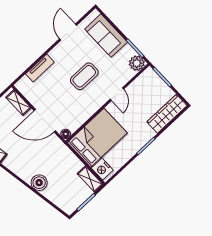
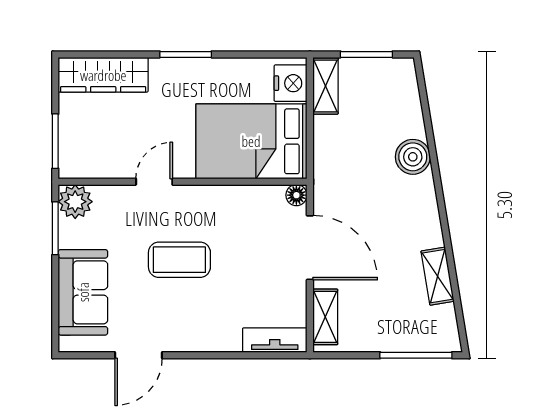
tv unit: (40, 68) -> (275, 340), moved

